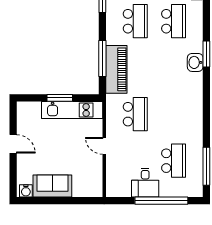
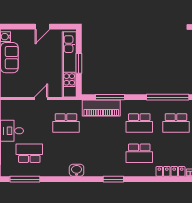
washbasin: (195, 62) -> (77, 170), moved
kitchen unit: (72, 110) -> (69, 64), width x1.36
school desk: (174, 161) -> (29, 153), turned 180

